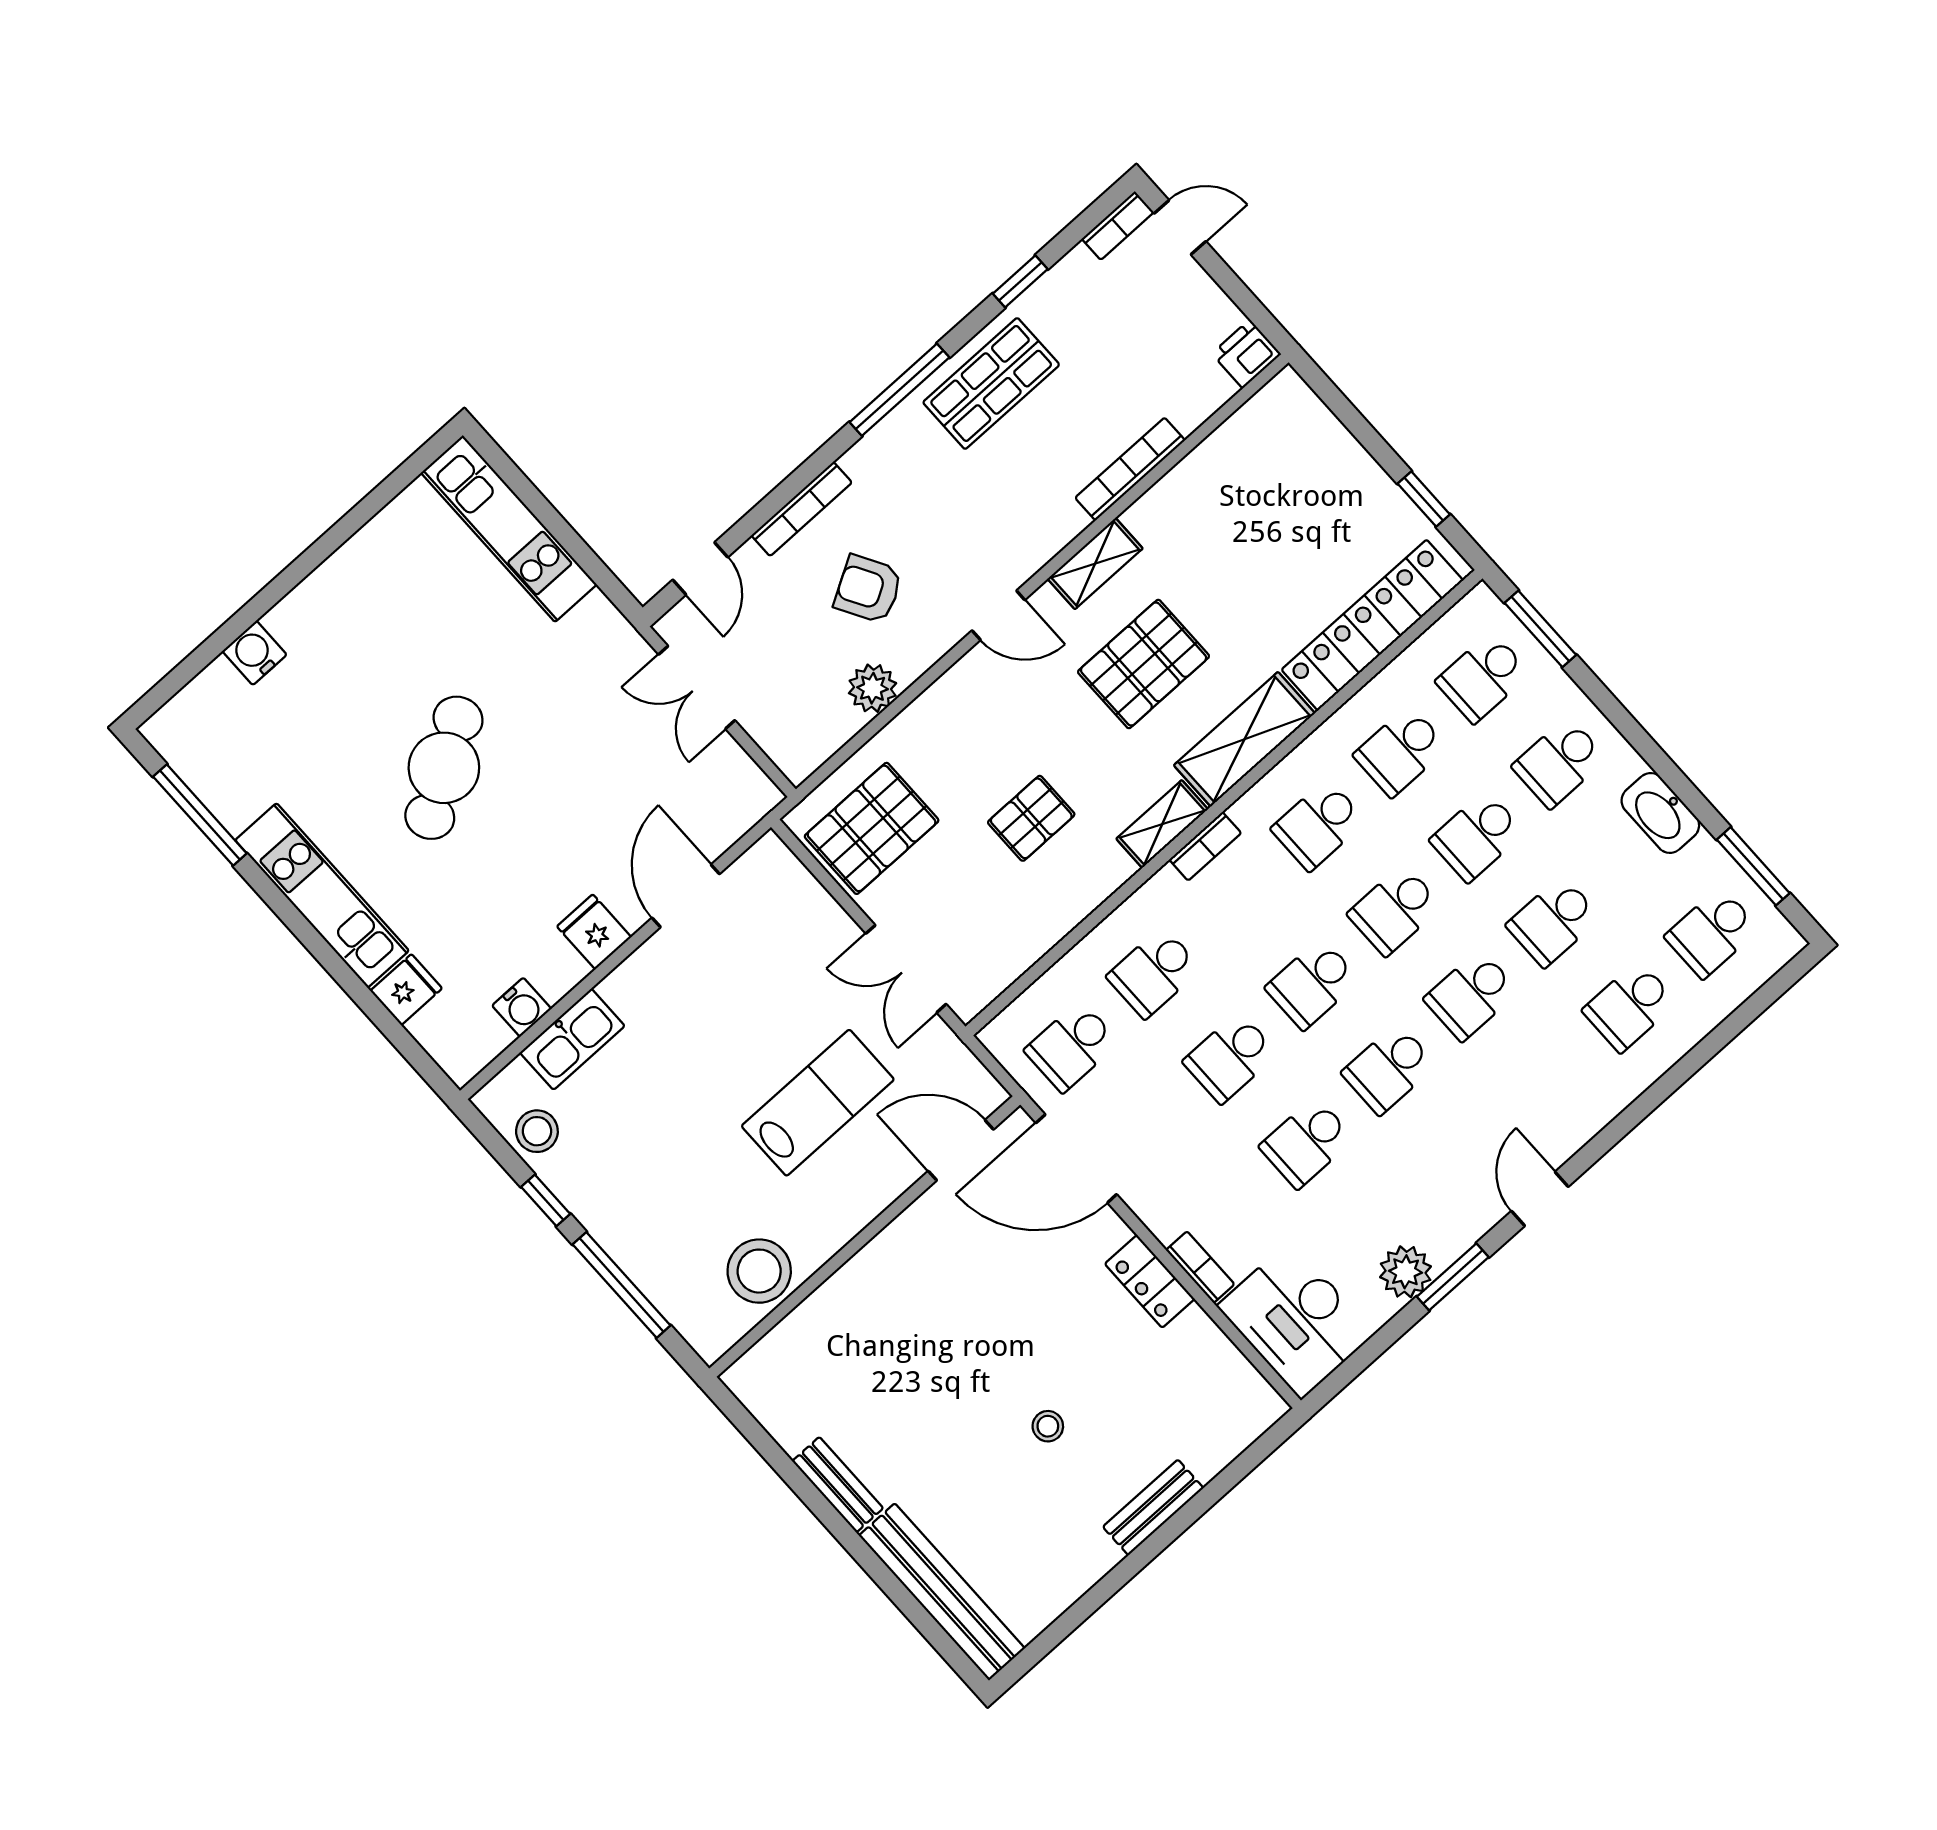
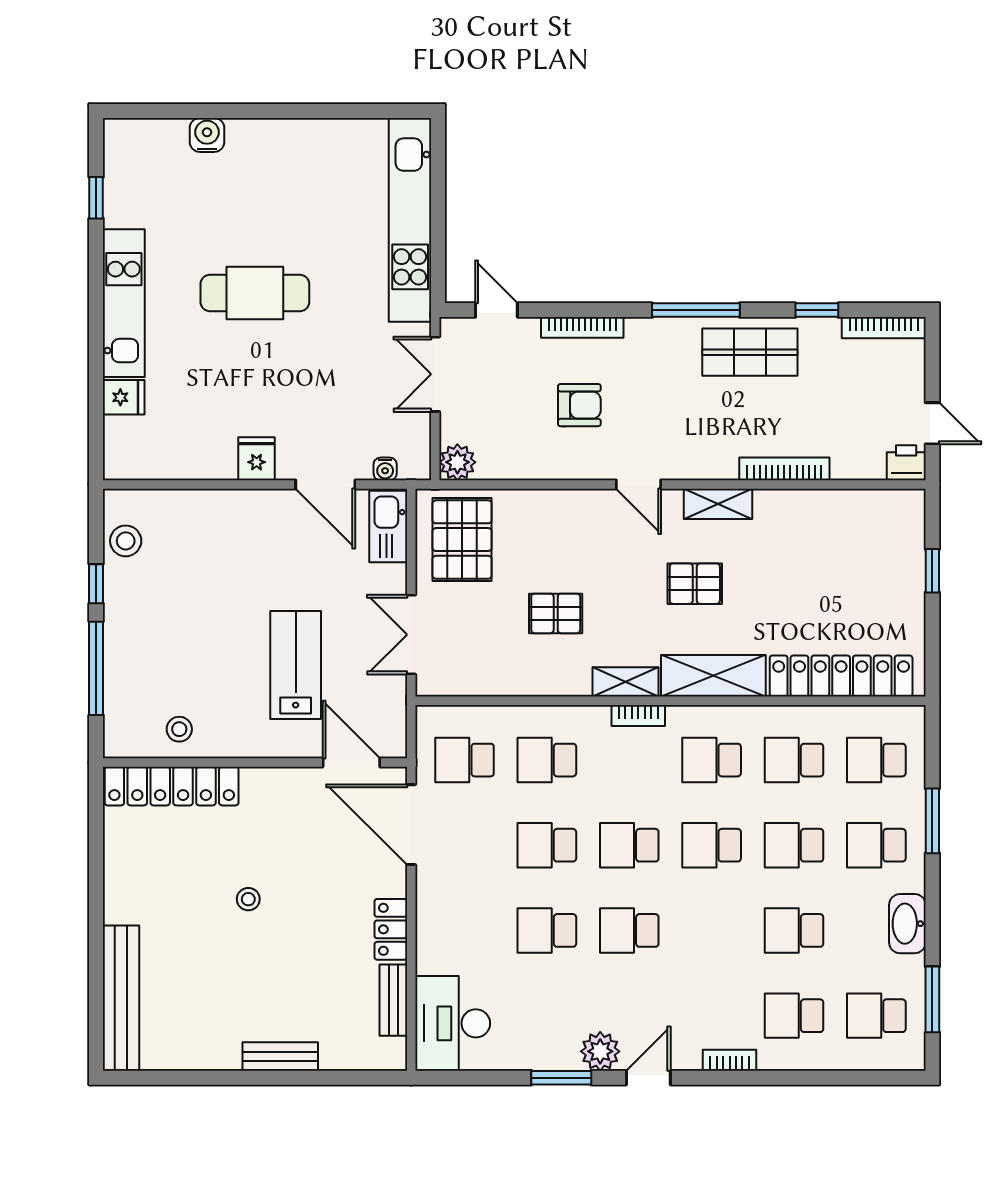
bookcase: (1118, 226) -> (884, 328), width x1.56
door: (1180, 227) -> (932, 423), moved
window: (1424, 499) -> (932, 571), moved
kitchen unit: (509, 529) -> (410, 220), width x1.36
door: (700, 568) -> (496, 310), swing flipped
armchair: (868, 589) -> (579, 405), turned 120
window: (1540, 629) -> (932, 821), moved
pallet: (1144, 664) -> (695, 584), width x0.67, depth x0.71
plant: (873, 688) -> (457, 462), moved
cafe table: (444, 768) -> (255, 293), turned 32
window: (200, 815) -> (96, 198), width x0.46
pallet: (872, 828) -> (462, 540), turned 90
door: (686, 896) -> (325, 484), swing flipped
school desk: (1471, 995) -> (712, 930), removed
water cooler: (522, 1007) -> (385, 469), moved, width x0.72, depth x0.72
kitchen sink: (572, 1039) -> (388, 526), moved, turned 90
lab bench: (818, 1103) -> (296, 665), turned -90
bookcase: (1200, 1267) -> (730, 1060), moved, turned -90
stool: (759, 1271) -> (179, 729), width x0.53, depth x0.53
plant: (1406, 1272) -> (600, 1051), moved
locker: (802, 1335) -> (172, 786), added
stool: (1048, 1426) -> (248, 899), moved
bench: (838, 1485) -> (393, 1000), moved

